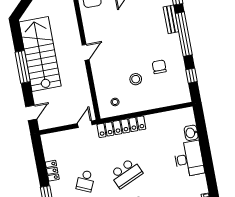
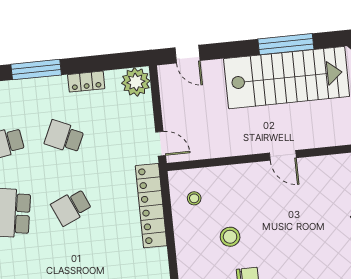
window: (23, 67) -> (286, 44), moved
plant: (50, 142) -> (136, 82), added
school desk: (126, 173) -> (71, 207), width x0.54

